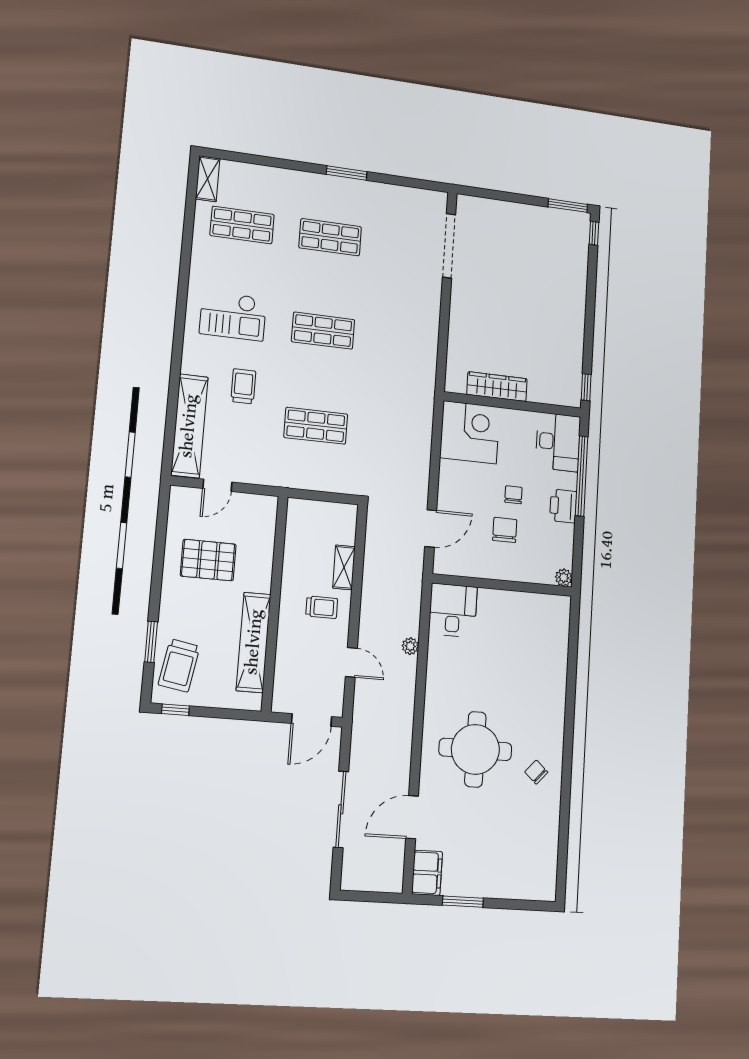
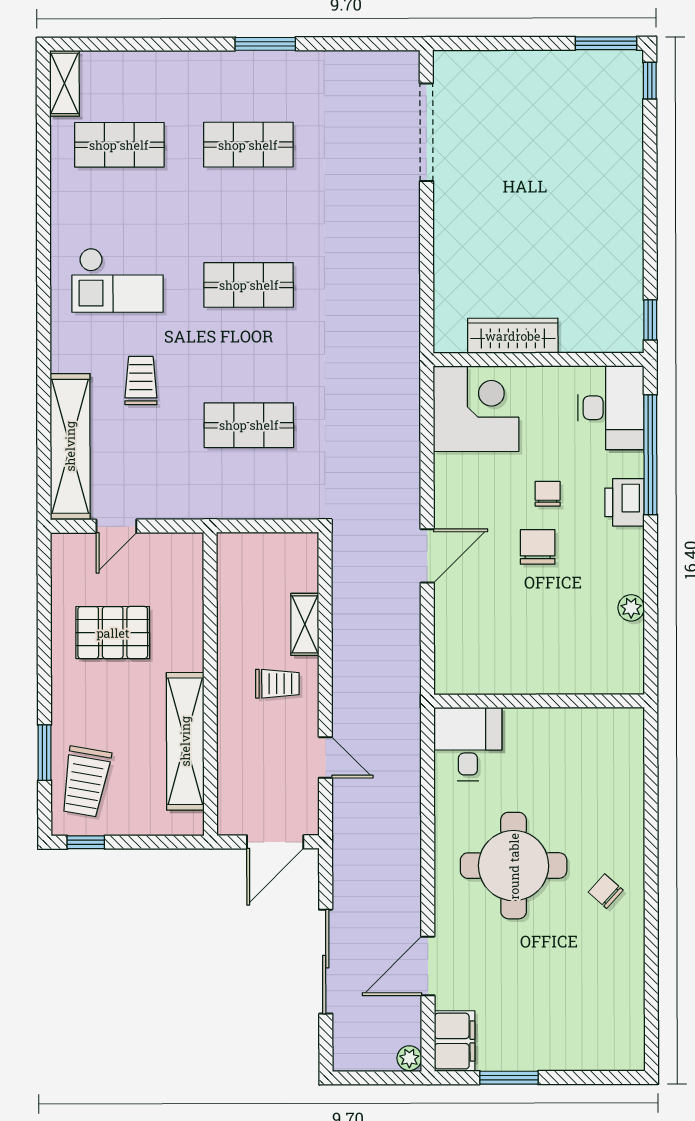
wall: (502, 585) -> (539, 701), moved
desk: (453, 610) -> (468, 744), moved
plant: (410, 646) -> (409, 1058), moved

